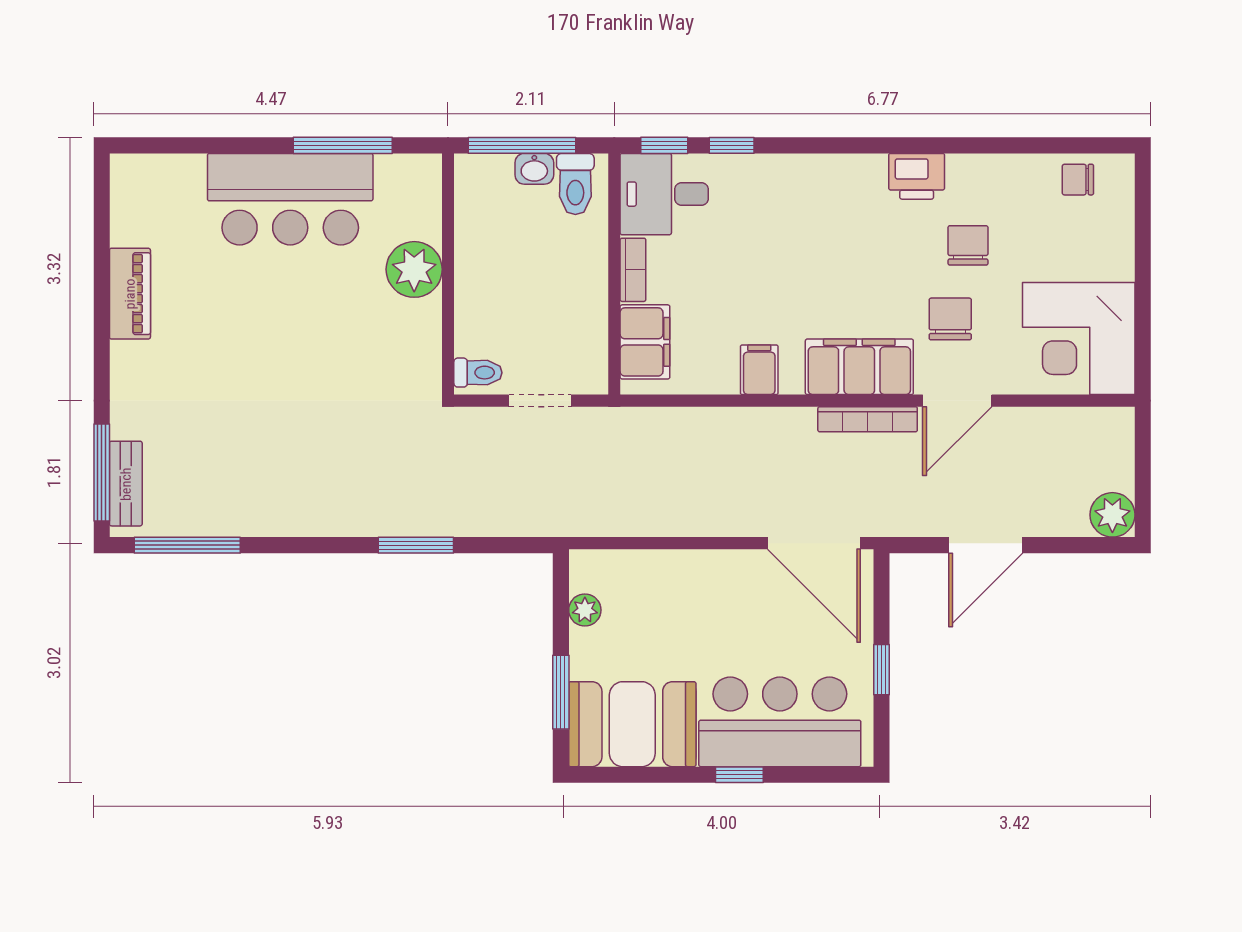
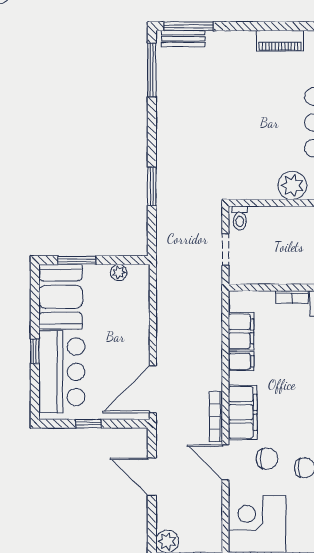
filing cabinet: (645, 342) -> (241, 331), moved, turned -90

